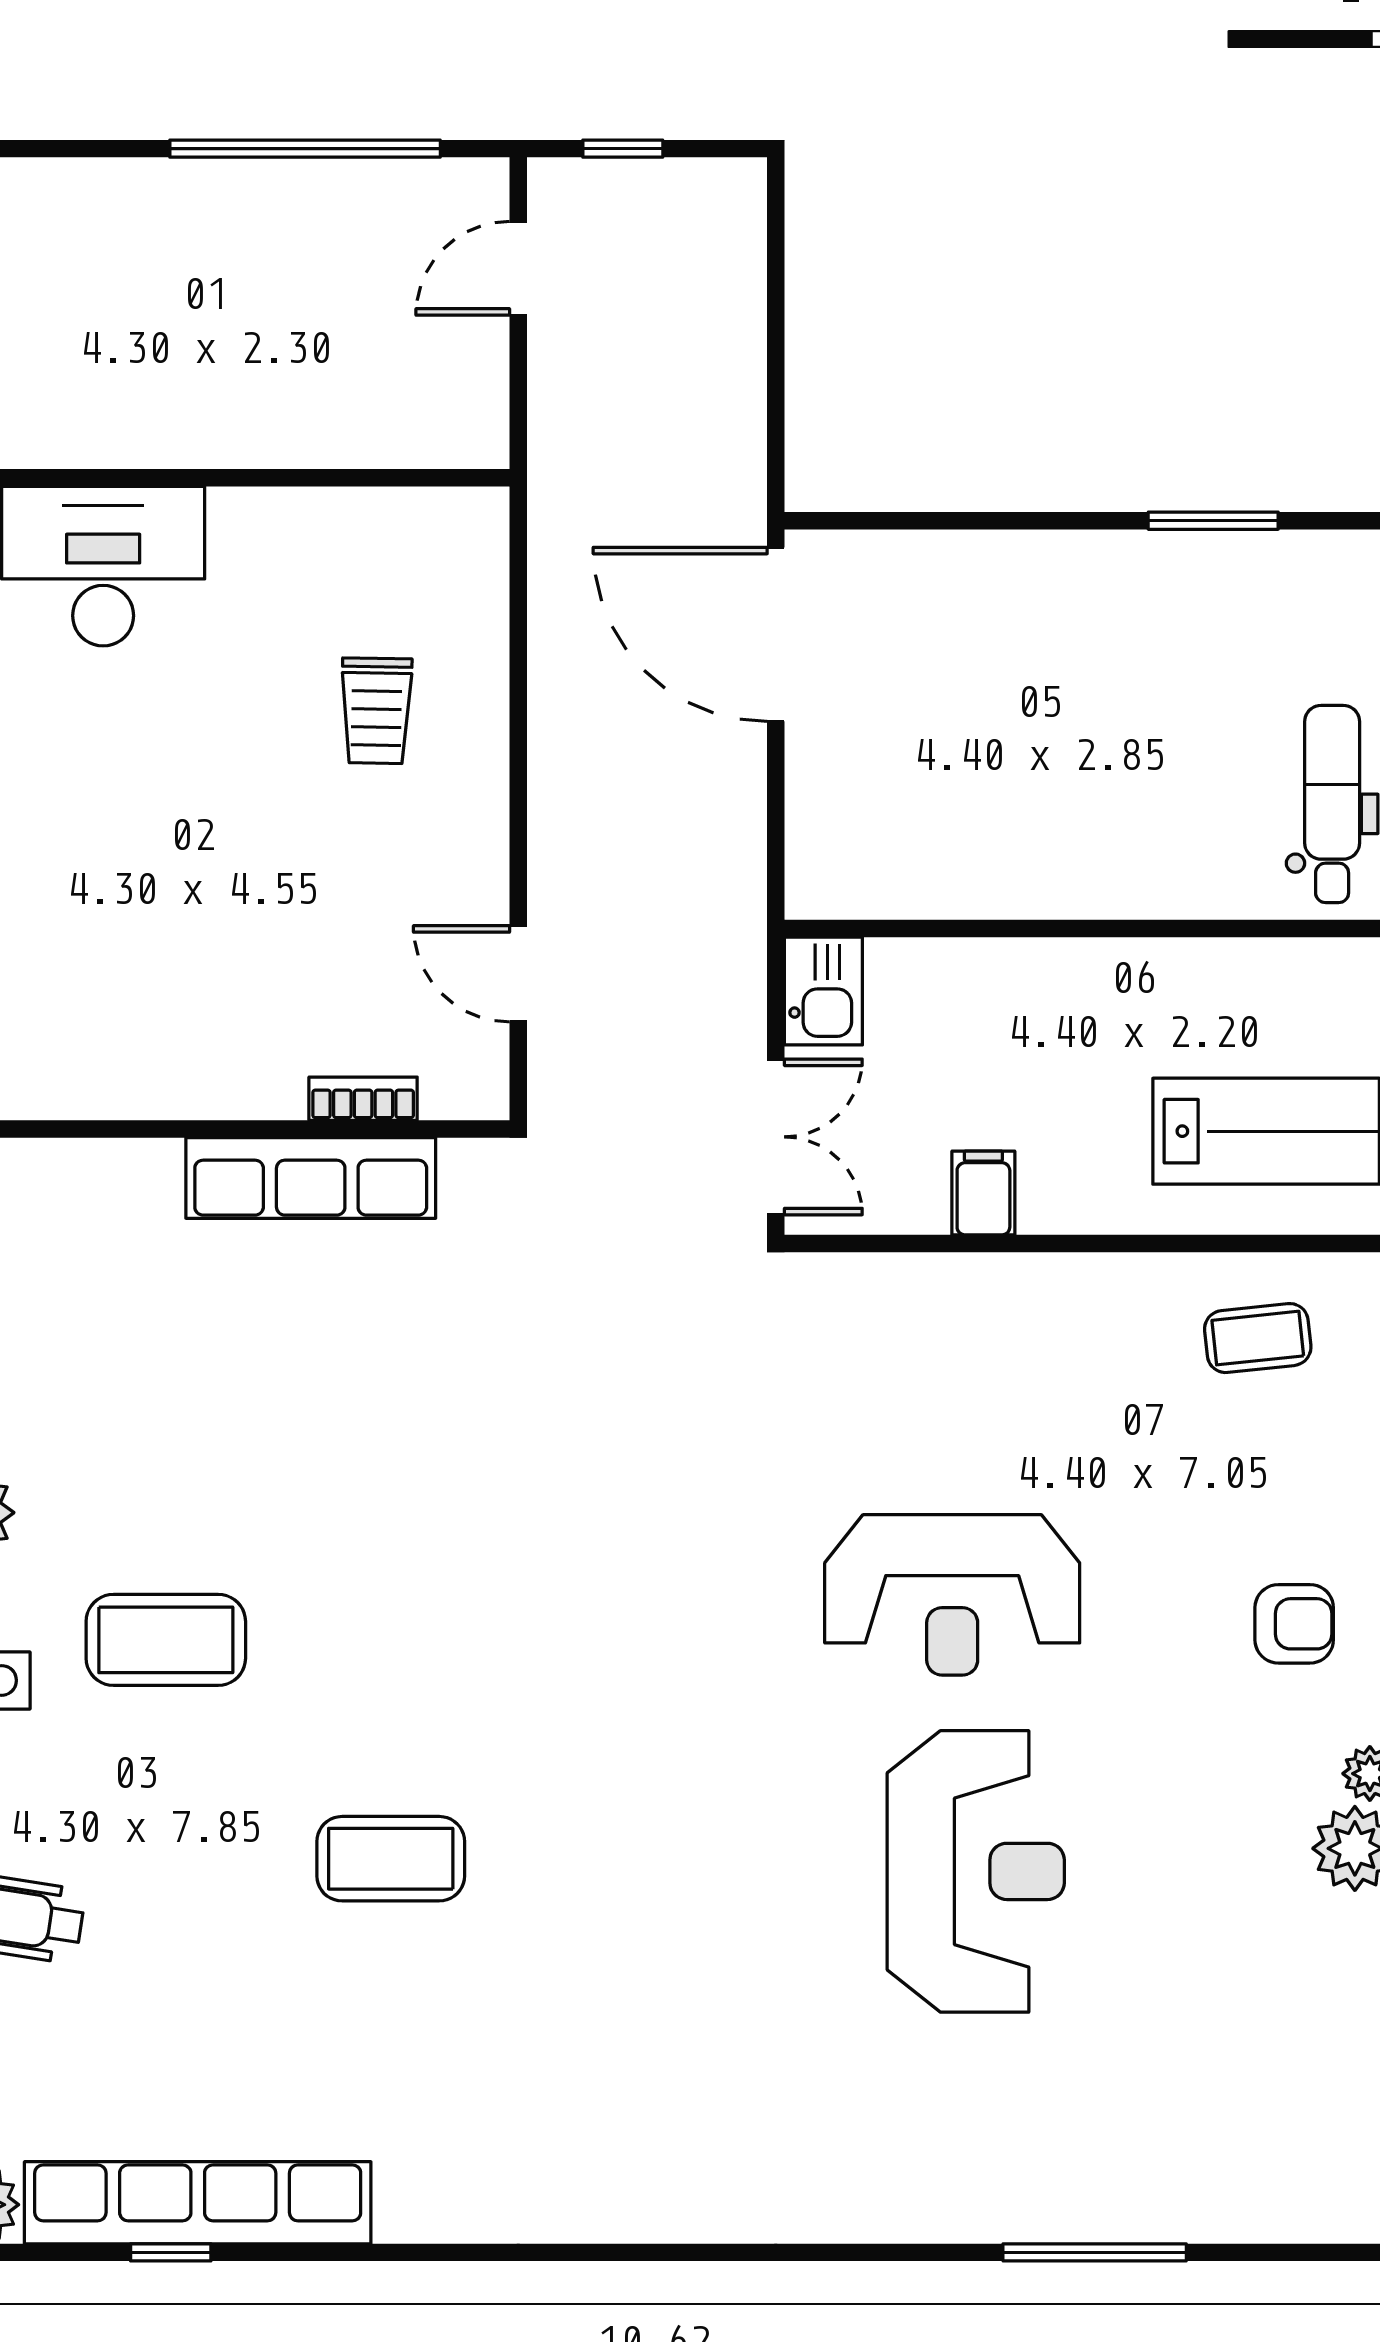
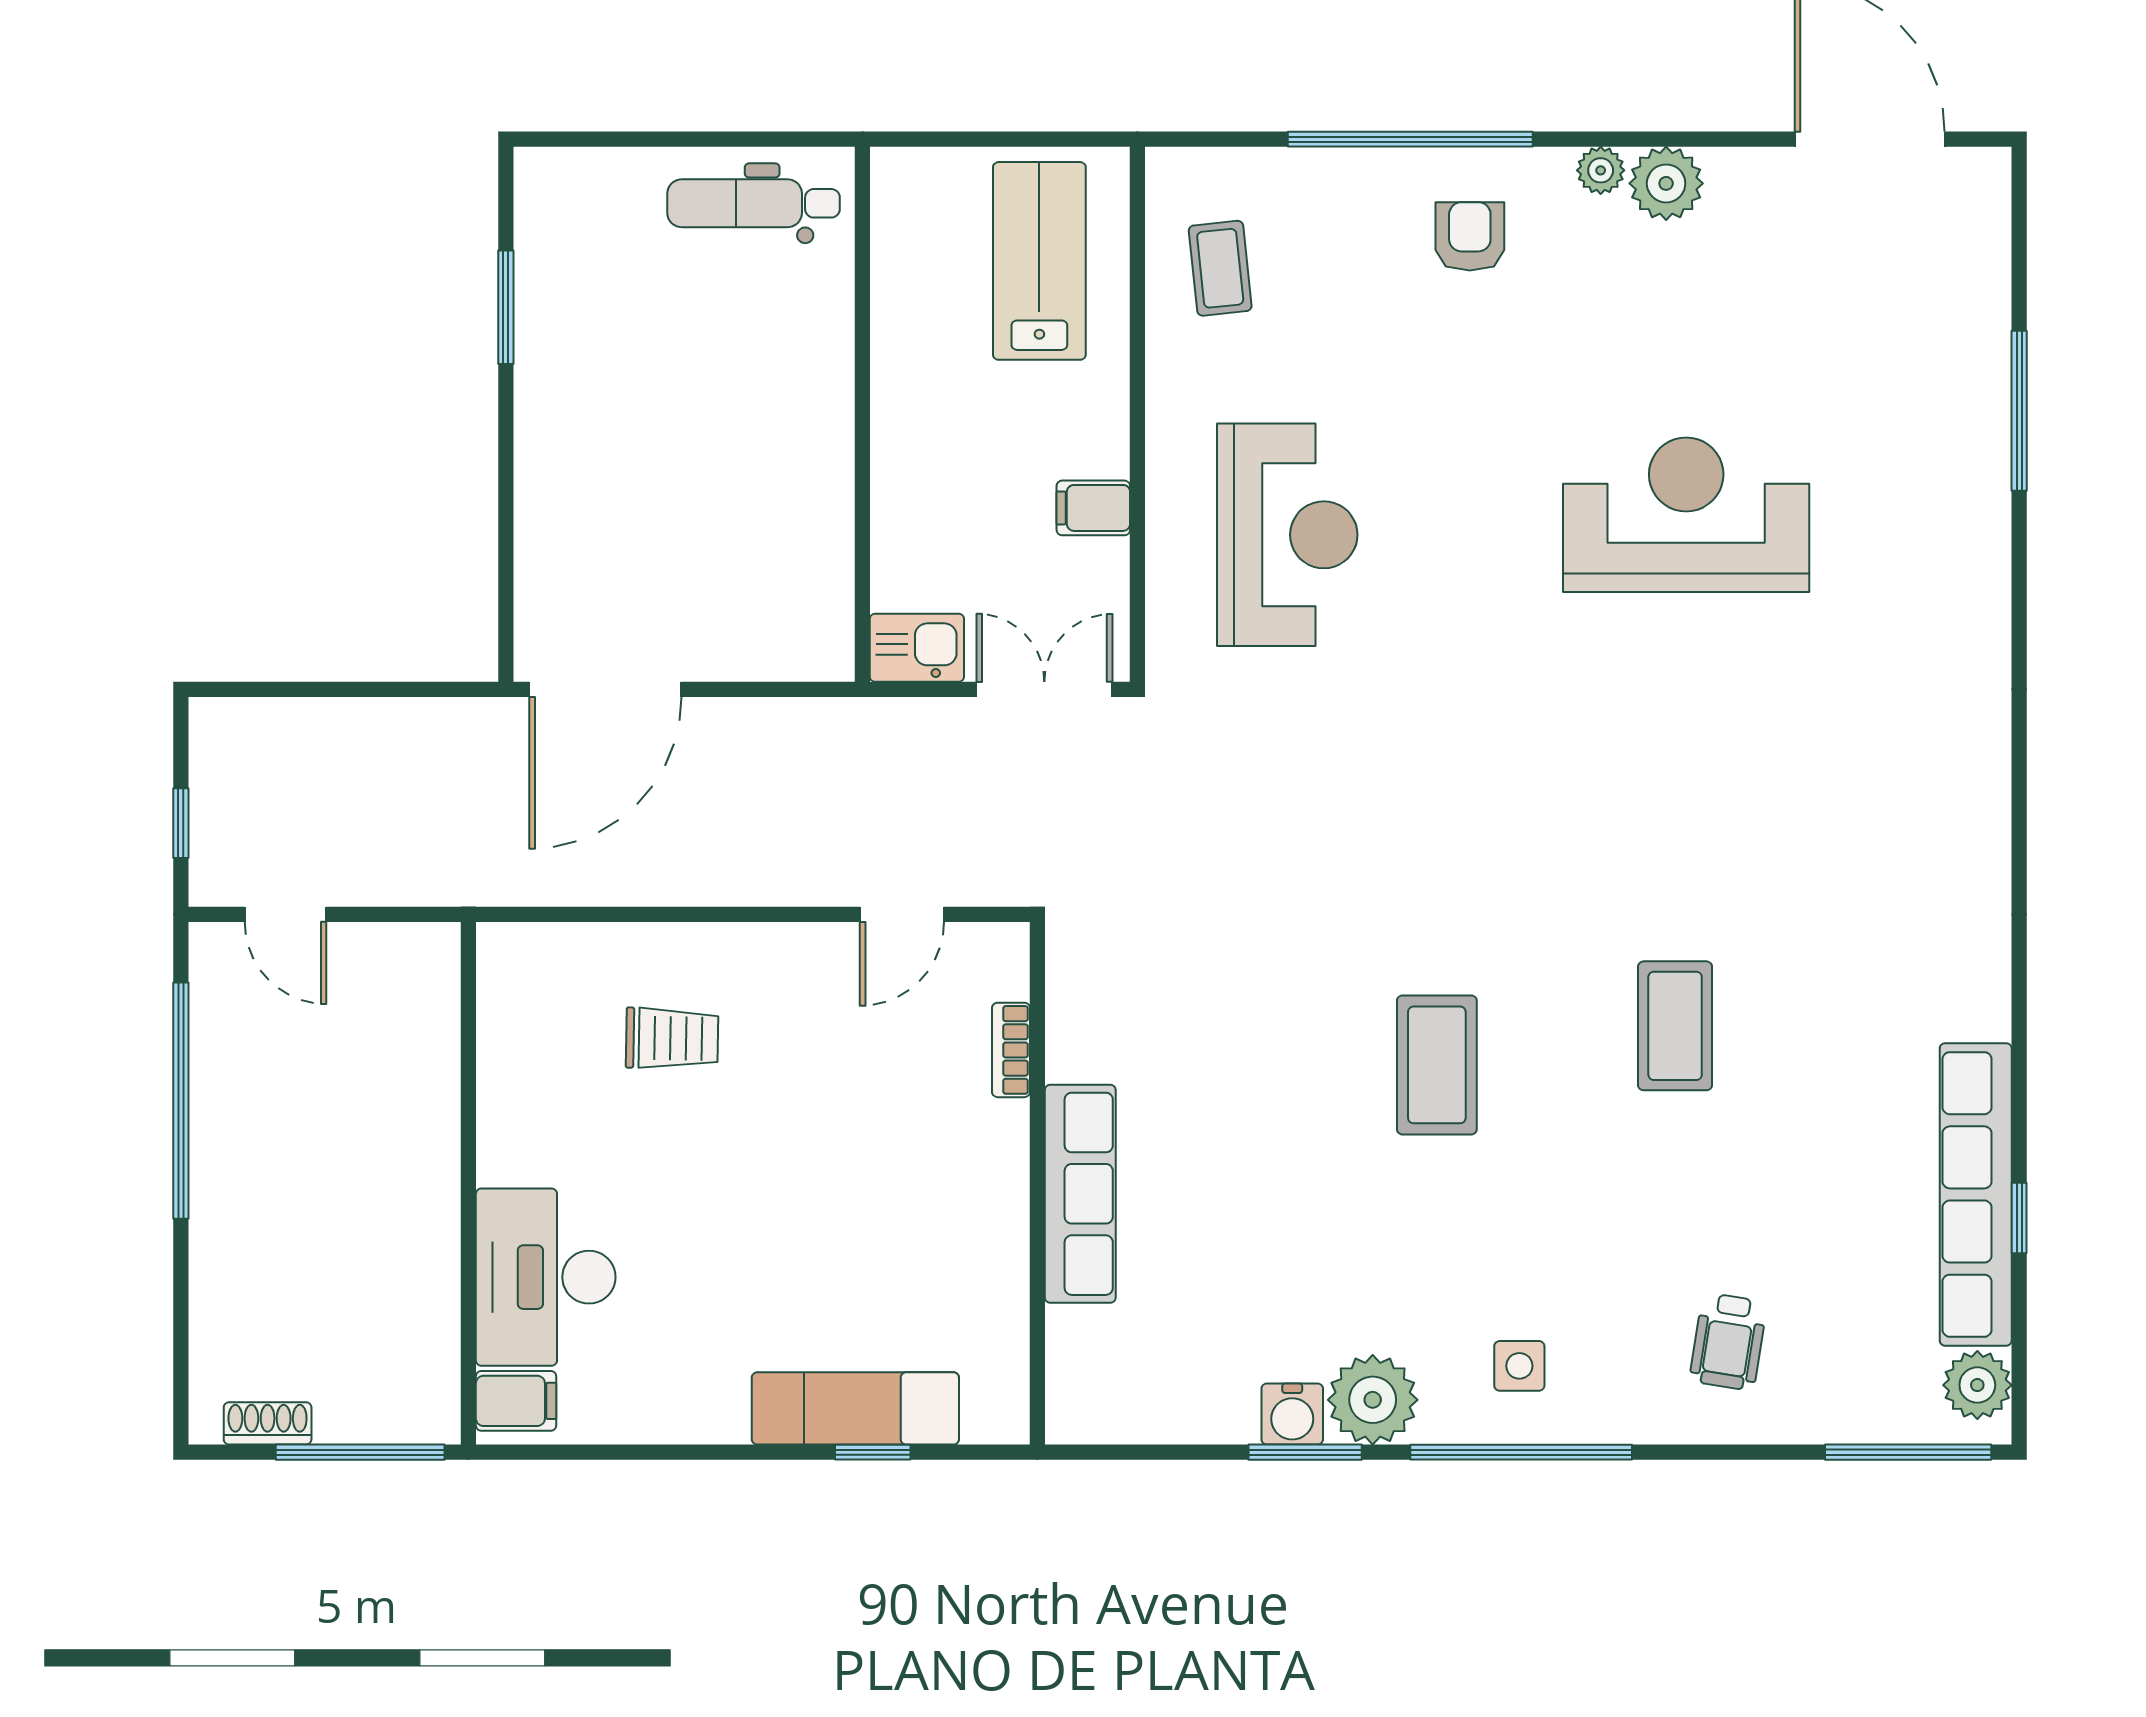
row of seats: (311, 1178) -> (1080, 1194), moved
reception desk: (952, 1595) -> (1287, 535), moved
coffee table: (166, 1640) -> (1437, 1065), moved

